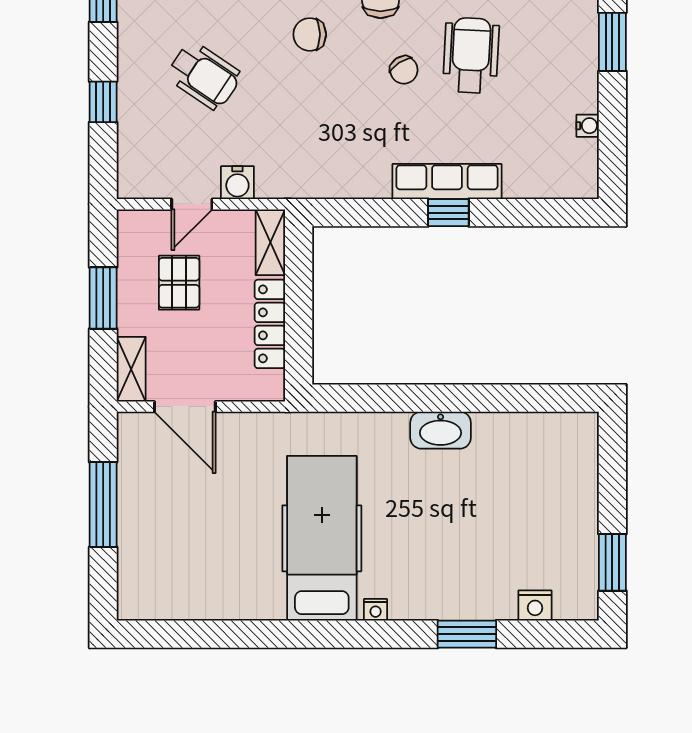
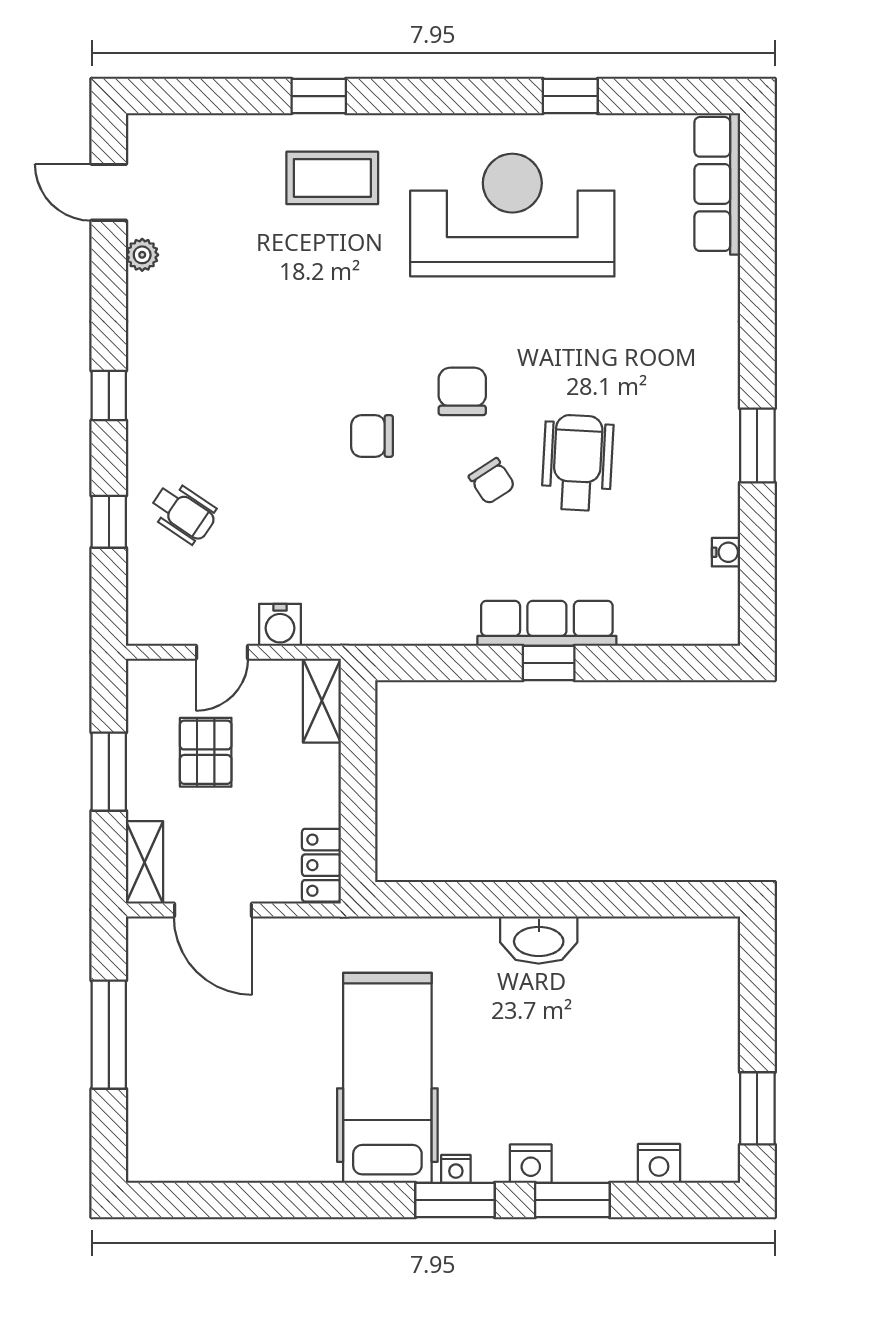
wheelchair: (204, 76) -> (183, 513), moved, width x0.73, depth x0.73
locker: (270, 324) -> (321, 865), moved, width x0.66
nightstand: (434, 606) -> (531, 1164), added
window: (375, 634) -> (455, 1200), added

